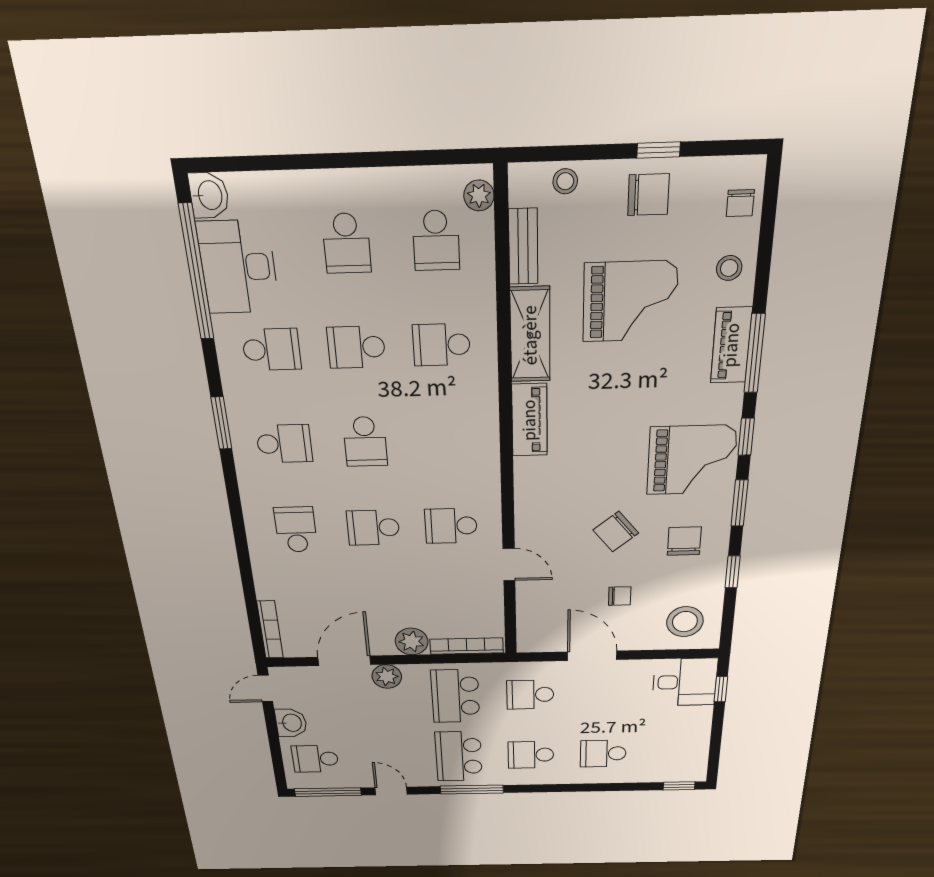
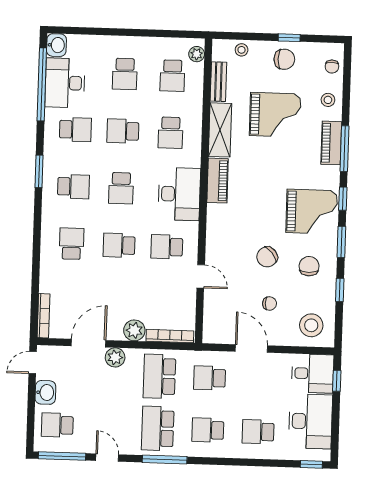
school desk: (441, 345) -> (171, 133), turned -90
desk: (465, 445) -> (179, 194), added
desk: (679, 738) -> (310, 421), added

